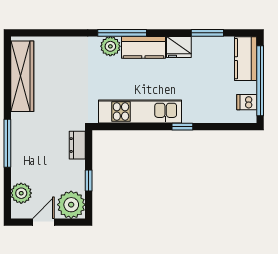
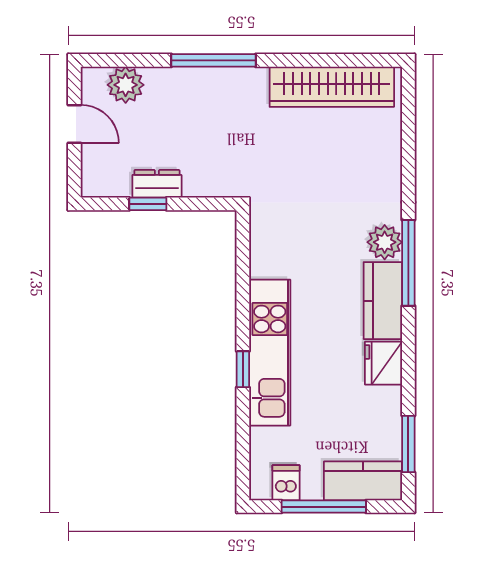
window: (207, 33) -> (408, 444), moved
window: (260, 81) -> (324, 507), width x0.68
kitchen unit: (140, 111) -> (270, 353), moved
dresser: (77, 145) -> (157, 184), moved
plant: (71, 205) -> (105, 173), removed

